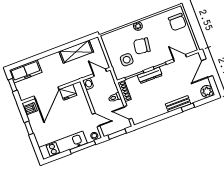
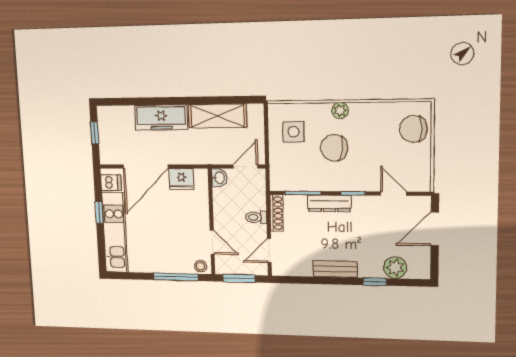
chair: (177, 22) -> (413, 129), turned 90
side table: (127, 60) -> (294, 132), moved
freezer: (26, 71) -> (161, 117), moved
door: (100, 73) -> (245, 167), hinge flipped
plant: (207, 91) -> (395, 268), moved
bench: (178, 104) -> (335, 269), moved
door: (128, 113) -> (269, 251), hinge flipped
kitchen unit: (63, 145) -> (115, 232), moved, turned 90

